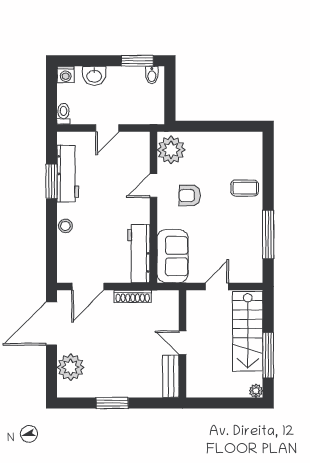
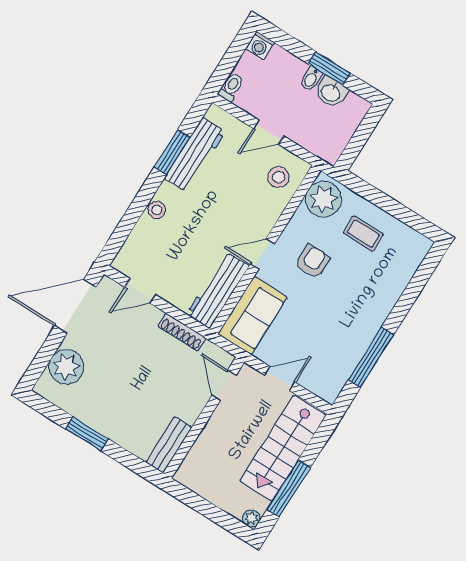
window: (137, 61) -> (329, 68), moved
bidet: (152, 75) -> (311, 79), moved
washbasin: (94, 76) -> (331, 92), moved
stool: (132, 154) -> (279, 177), added
door: (153, 186) -> (262, 254), moved
coffee table: (245, 188) -> (363, 234), moved
armchair: (190, 196) -> (312, 262), turned 90
door: (88, 286) -> (140, 291), width x0.73
door: (183, 343) -> (224, 385), moved

